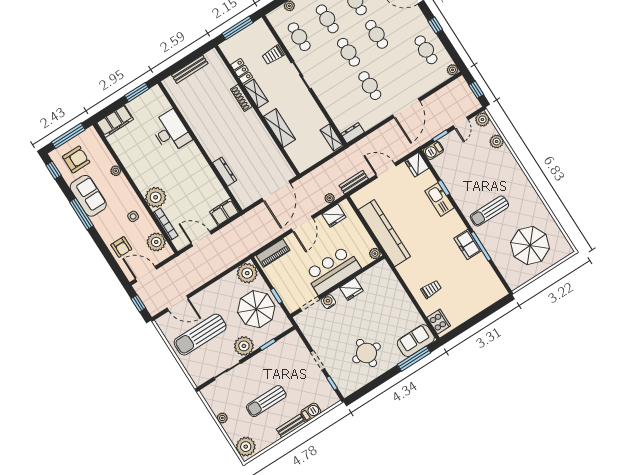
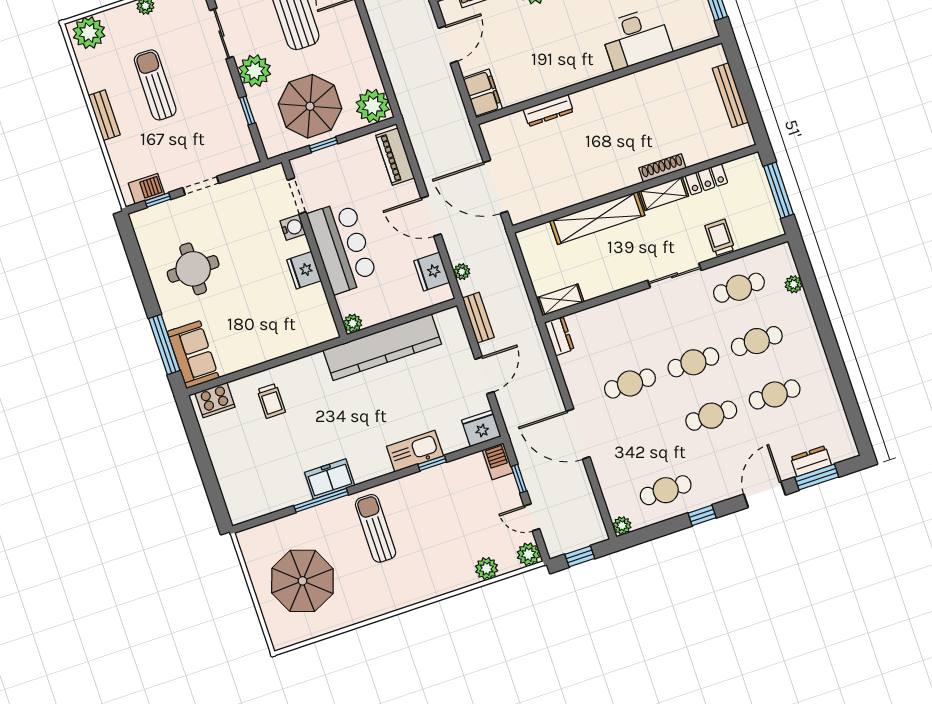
shelving: (279, 128) -> (597, 218), width x1.47
barbecue: (311, 412) -> (146, 189), moved, turned -90

